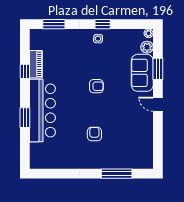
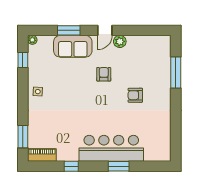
window: (103, 24) -> (23, 60), moved
plant: (147, 47) -> (120, 41), moved
piano: (36, 64) -> (42, 155), moved
armchair: (96, 86) -> (104, 74), moved

